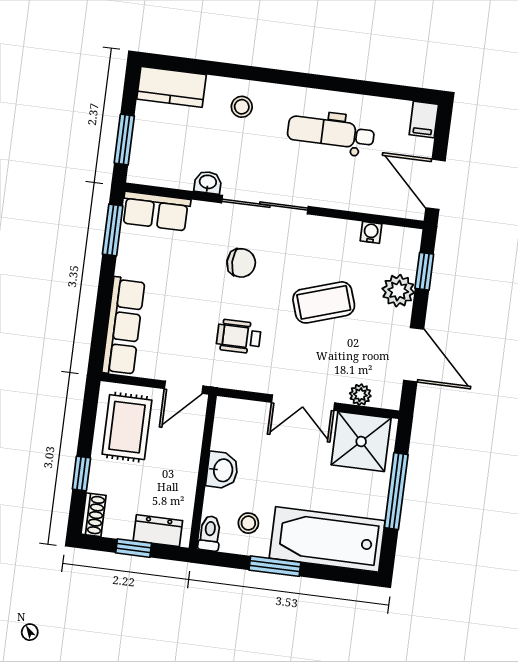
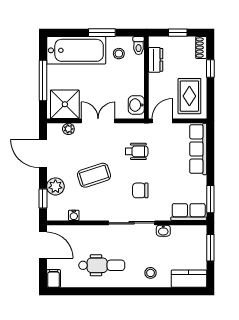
washbasin: (222, 470) -> (136, 105), moved
dresser: (158, 531) -> (156, 60), moved, turned -90

